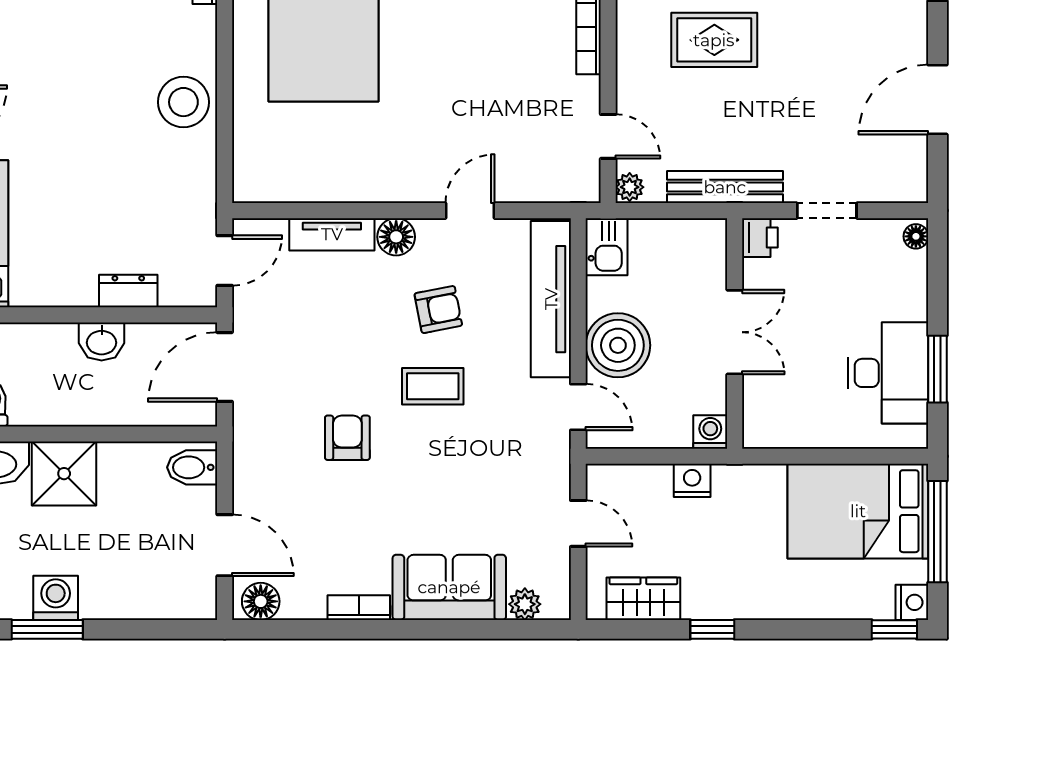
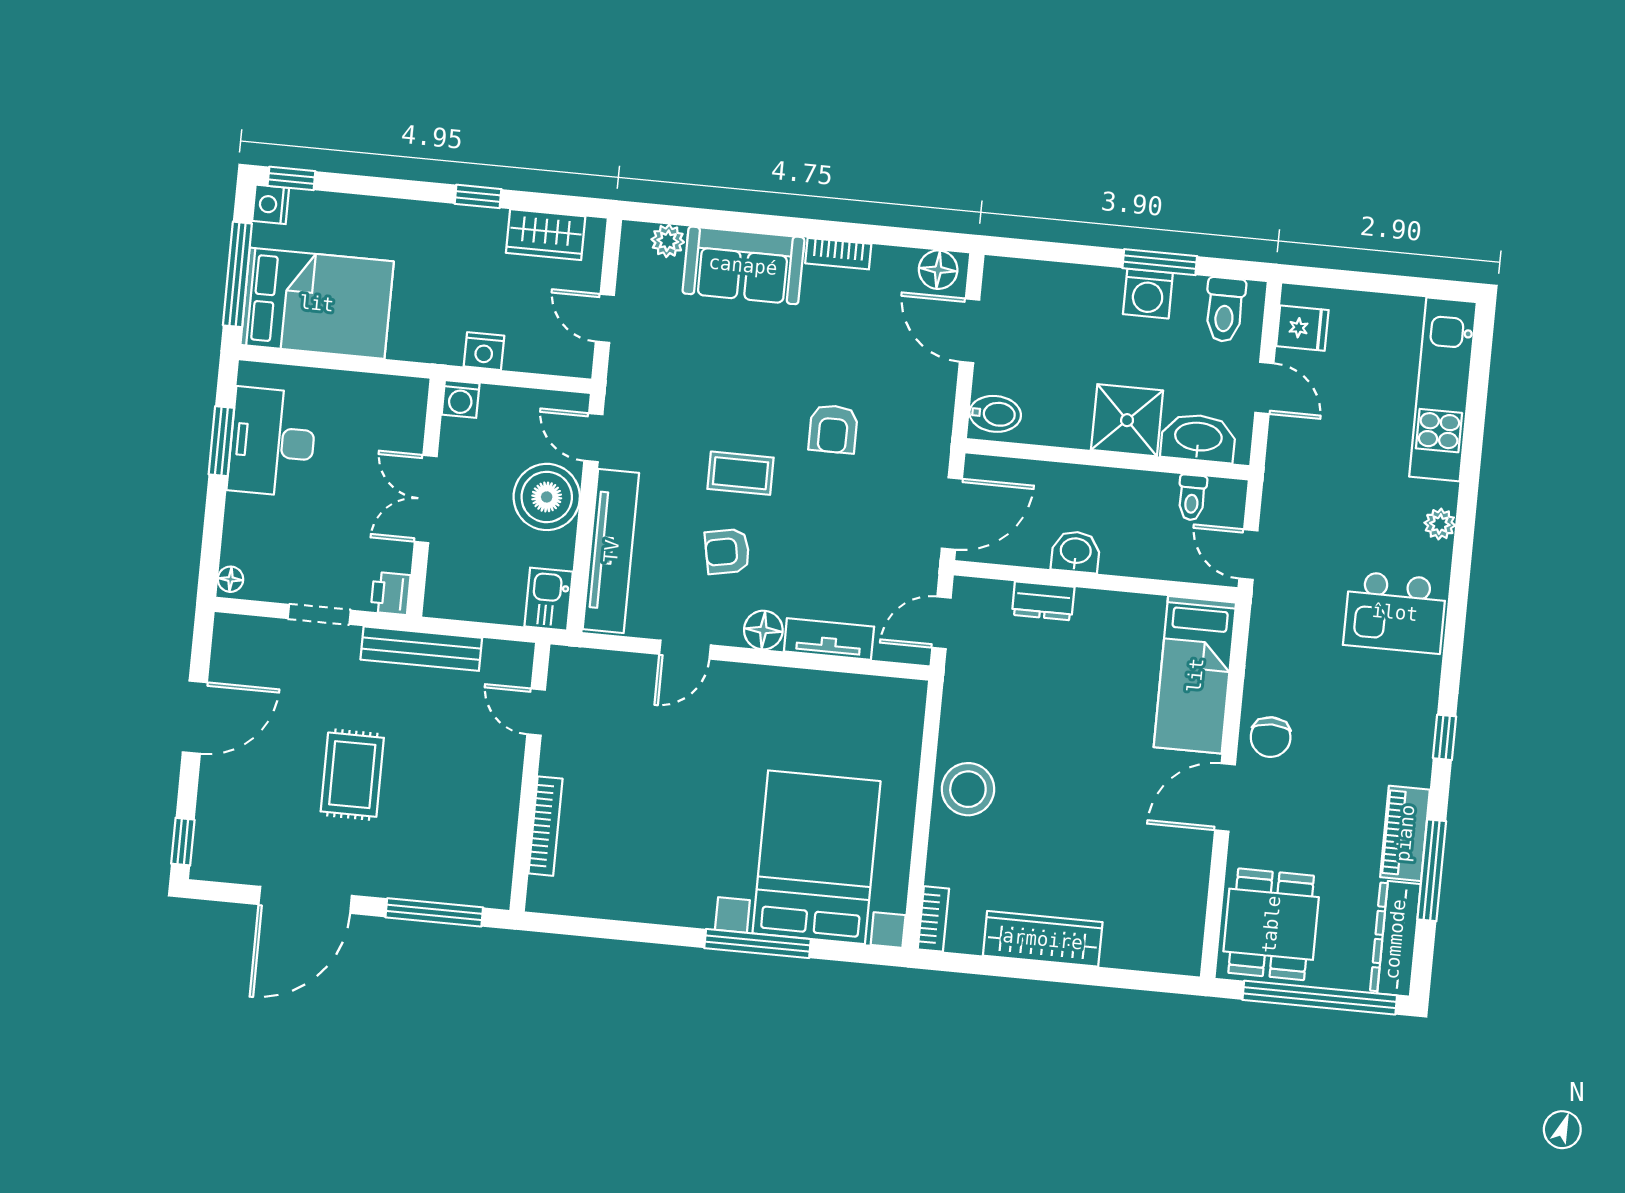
rug: (714, 40) -> (352, 775), moved, turned 90
plant: (630, 187) -> (519, 658), removed

